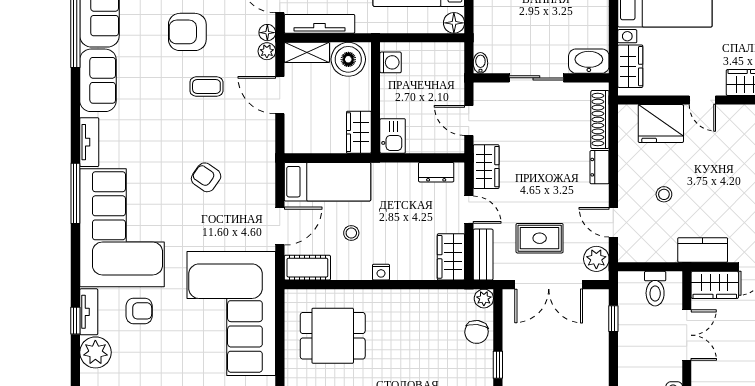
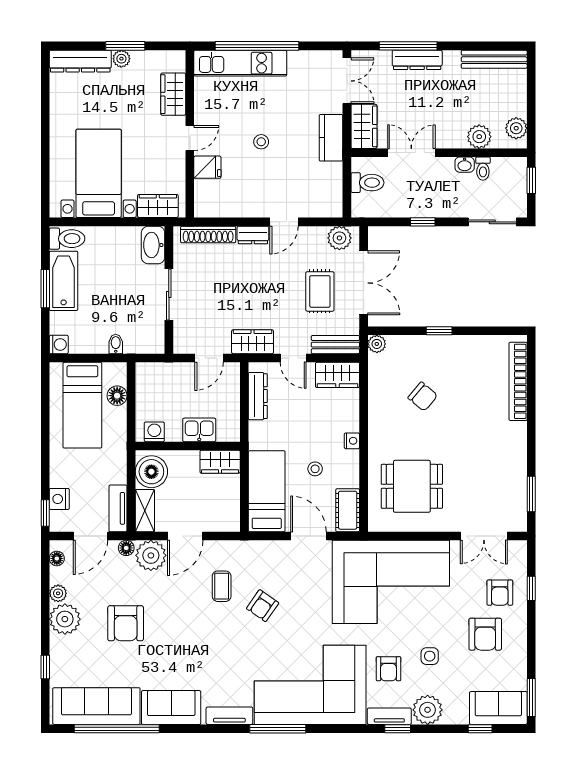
floor lamp: (454, 23) -> (117, 396), moved
tv unit: (320, 24) -> (118, 508), width x0.71
plant: (267, 51) -> (151, 555), width x1.87, depth x1.87
bidet: (480, 63) -> (116, 344), moved, turned 90
coffee table: (206, 87) -> (222, 586), moved
fridge: (661, 124) -> (207, 167), width x0.53, depth x0.75
kitchen sink: (393, 136) -> (199, 430), moved
dresser: (436, 172) -> (258, 396), width x1.44
stool: (664, 194) -> (261, 142), moved
door: (469, 210) -> (293, 358), swing flipped
door: (613, 222) -> (284, 222), moved
armchair: (139, 311) -> (388, 669), turned 180
window: (613, 319) -> (423, 222), moved
chair: (477, 332) -> (423, 397), moved, turned 33
dining table: (333, 336) -> (412, 486), turned 90
side table: (153, 355) -> (430, 656), added

